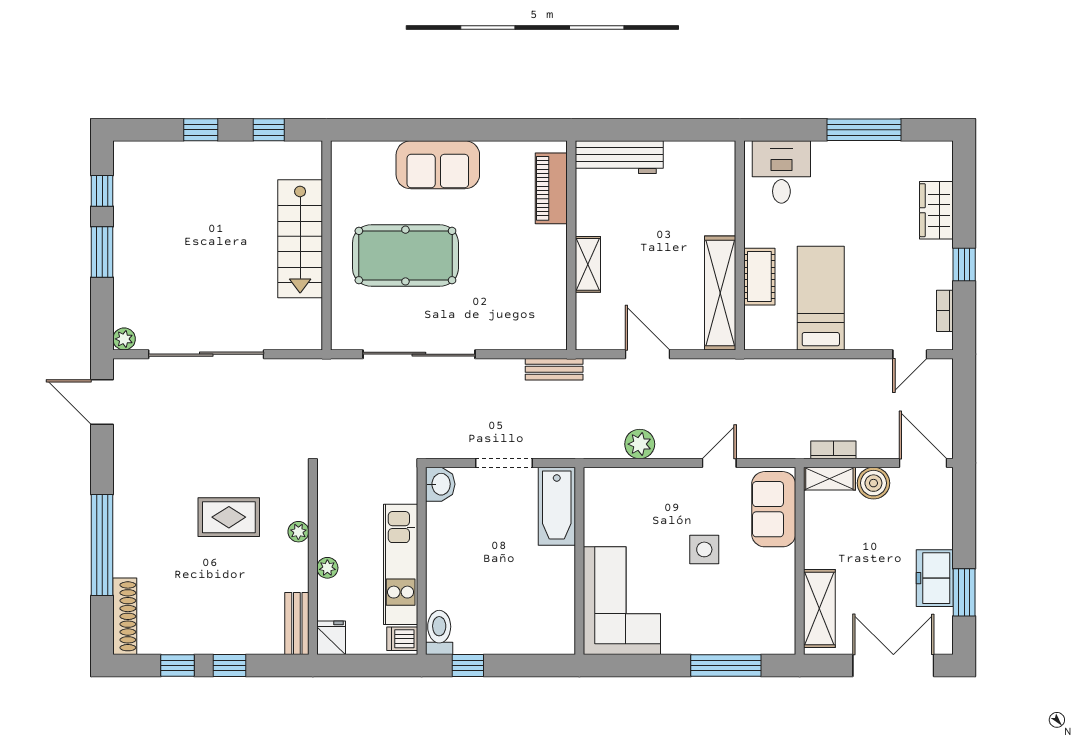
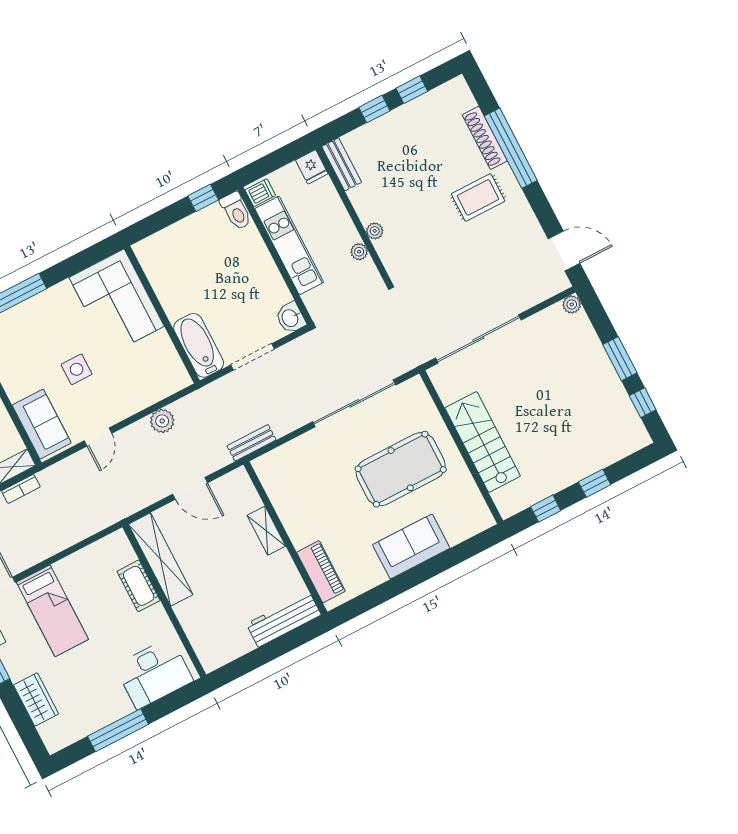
desk: (781, 172) -> (154, 673), width x1.37
bed: (821, 298) -> (52, 611), moved
sliding door: (206, 354) -> (478, 339), moved
rug: (229, 517) -> (478, 197), moved
plant: (327, 568) -> (359, 252), moved
shoe rack: (125, 616) -> (485, 138), moved

